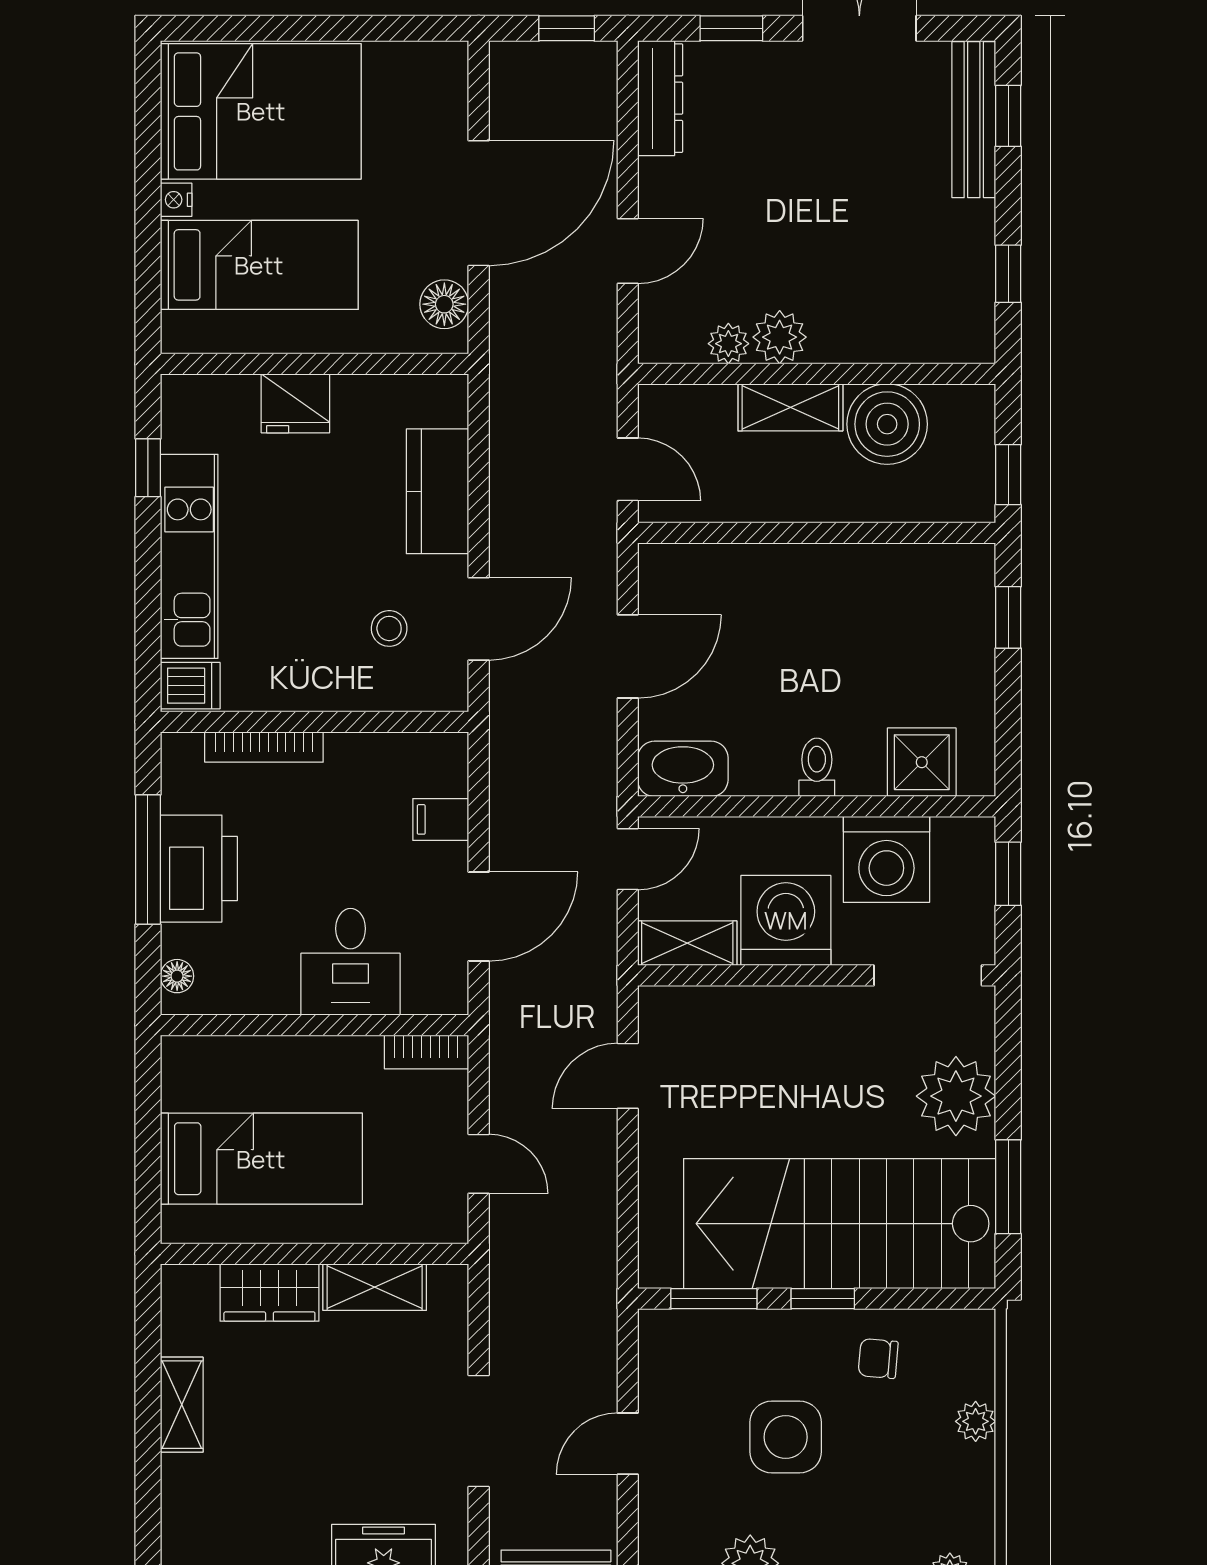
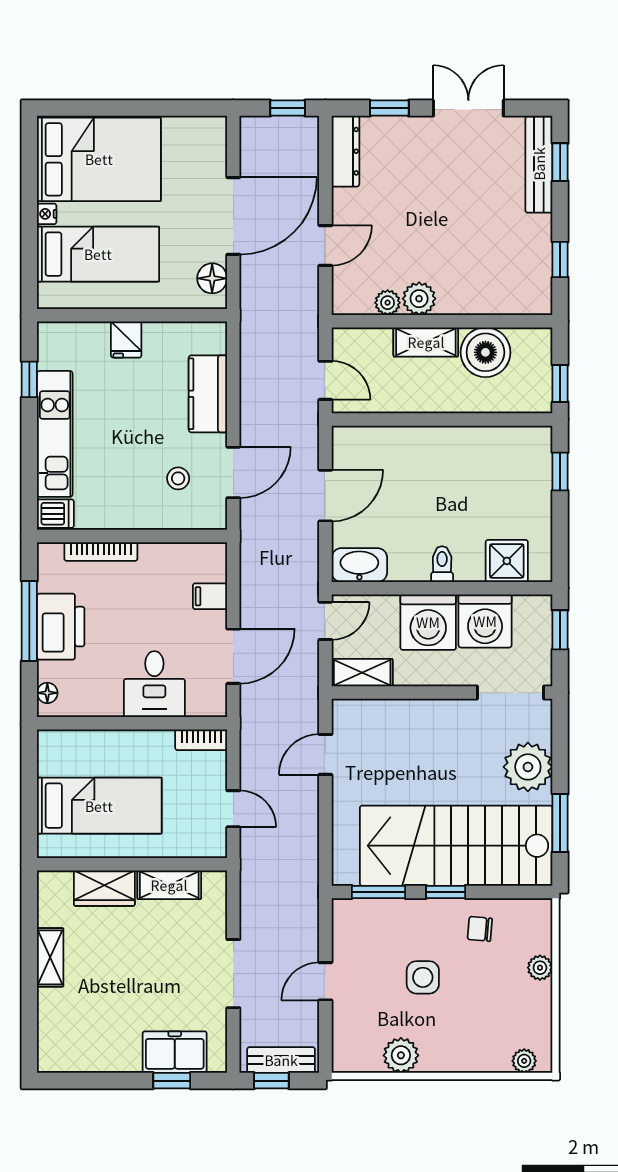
fridge: (295, 403) -> (126, 339), width x0.72
washing machine: (786, 920) -> (428, 622), moved, turned 180
side table: (786, 1437) -> (423, 977), width x0.73, depth x0.73

